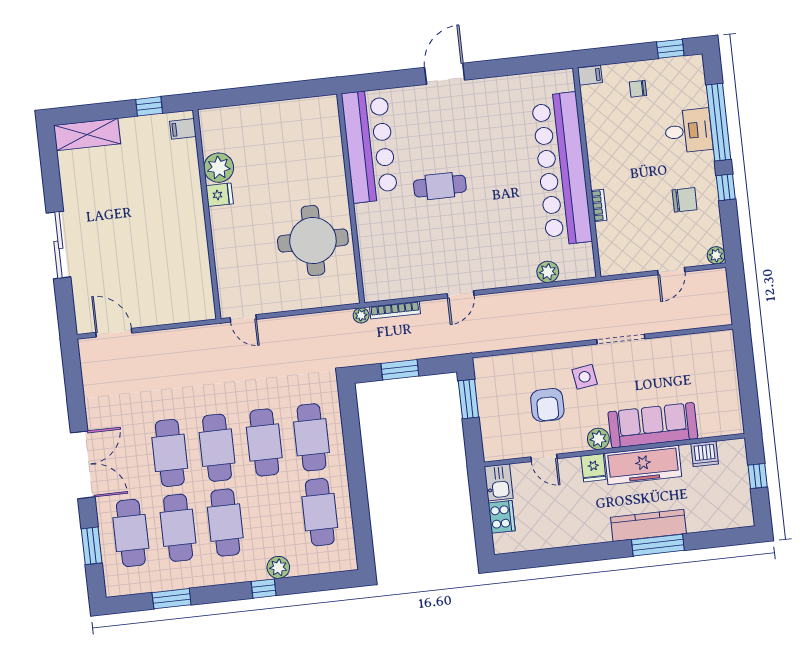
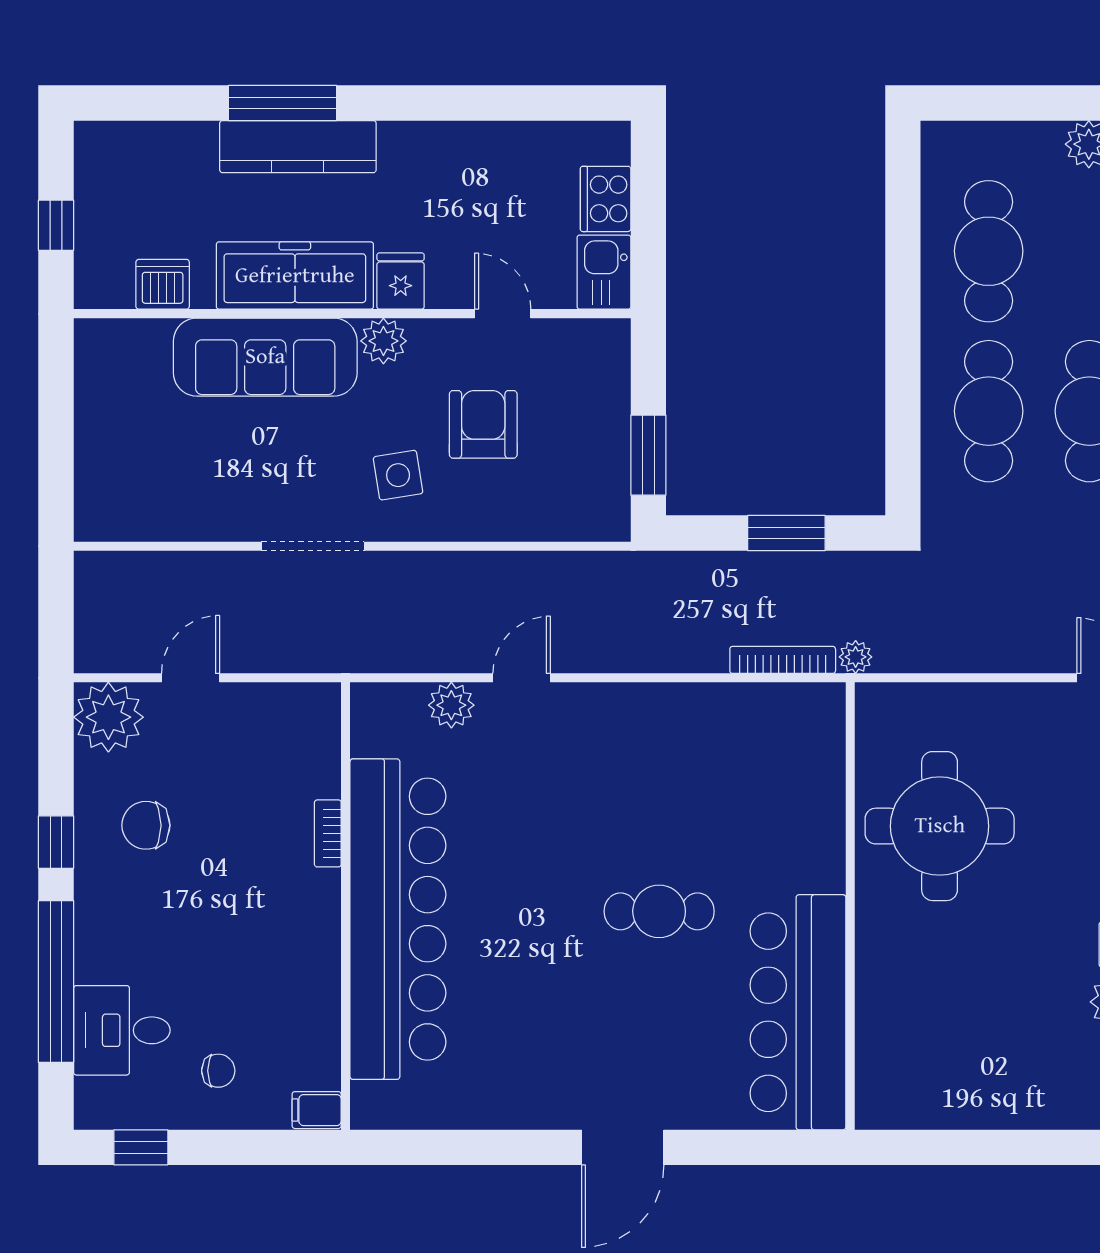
desk: (688, 131) -> (122, 1030), moved
plant: (716, 255) -> (108, 717), width x1.88, depth x1.88
door: (461, 294) -> (522, 678), moved

